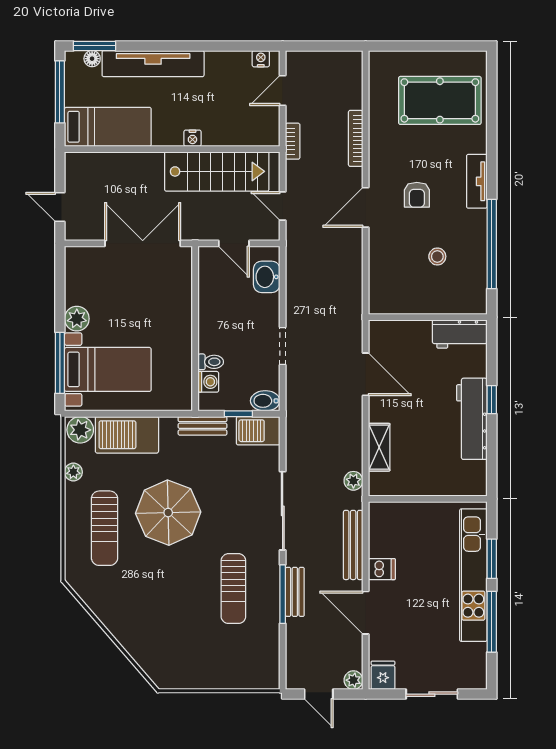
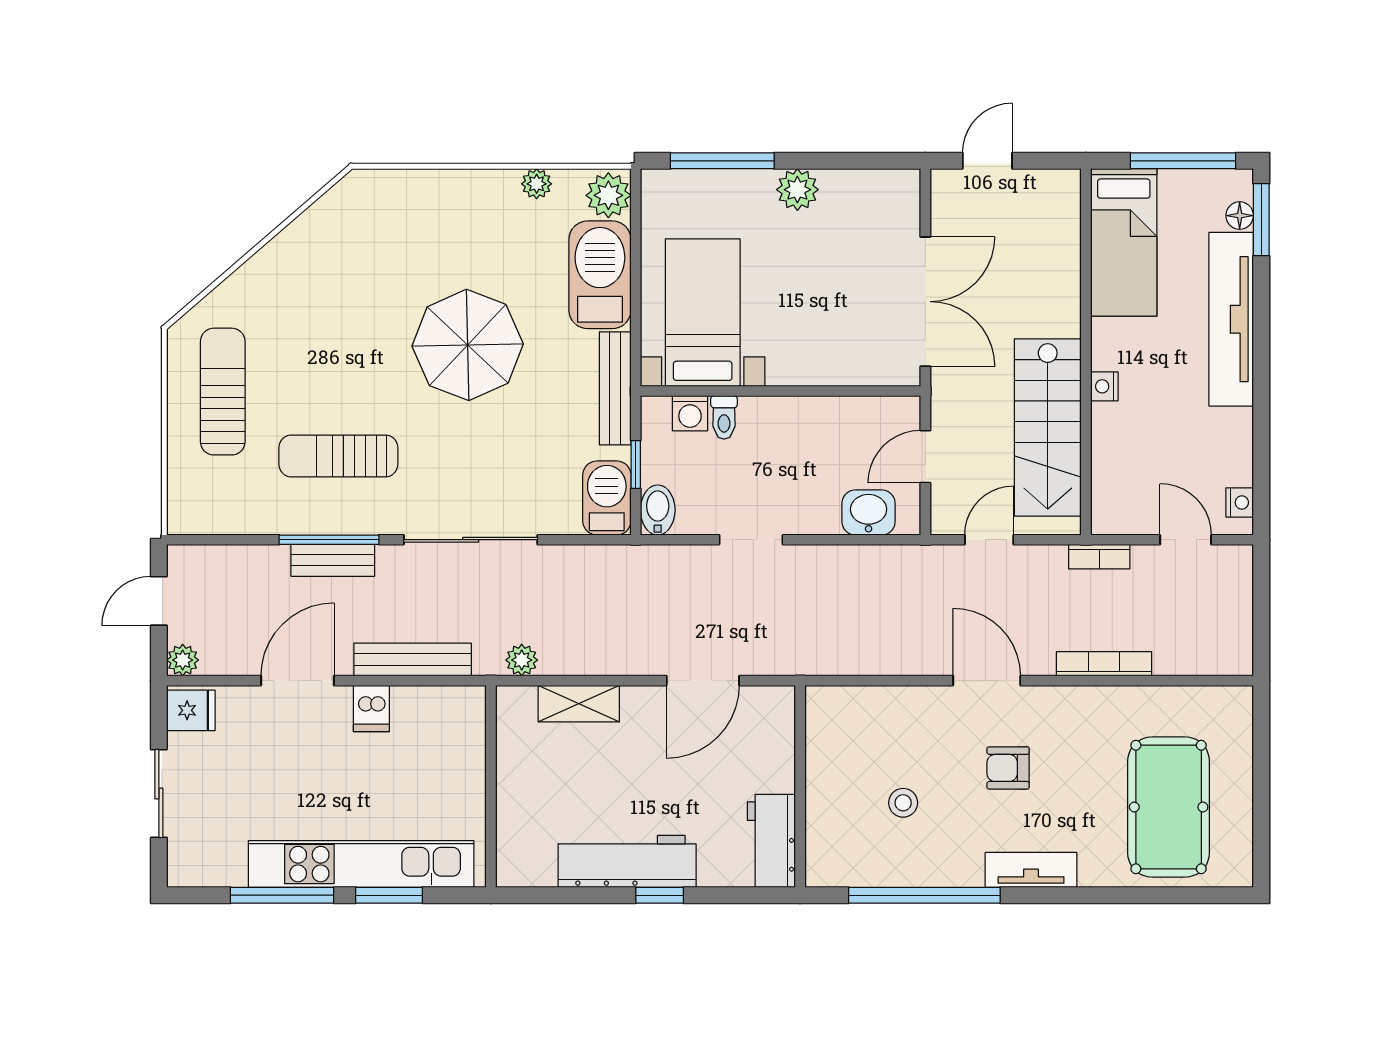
bed with nightstands: (108, 369) -> (703, 313), moved, turned 180
bench: (203, 426) -> (615, 388), width x1.36
sun lounger: (105, 528) -> (223, 392), moved, turned 90

